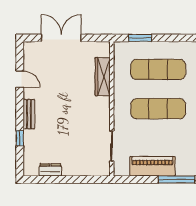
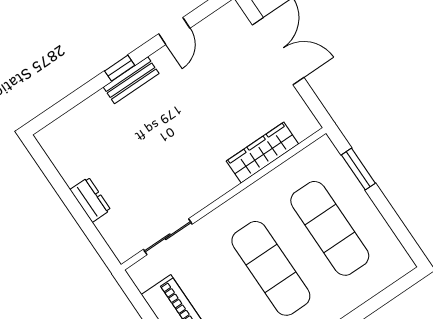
window: (20, 138) -> (120, 68), moved
dresser: (50, 170) -> (90, 200), moved

